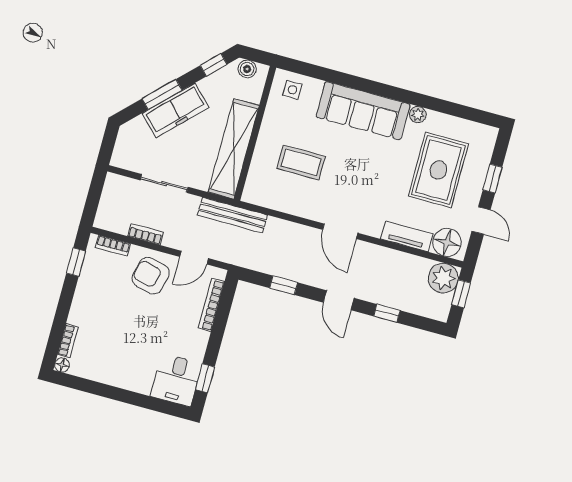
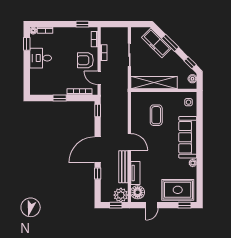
freezer: (176, 110) -> (156, 43), moved
rug: (438, 170) -> (178, 190), moved
window: (492, 179) -> (185, 205), moved
bench: (232, 215) -> (123, 167), moved
door: (340, 231) -> (129, 142), swing flipped
armchair: (151, 276) -> (85, 60), turned -103
window: (284, 285) -> (98, 110), moved
door: (339, 300) -> (98, 150), width x1.87
window: (205, 378) -> (60, 98), moved
desk: (176, 380) -> (41, 58), moved
window: (85, 385) -> (27, 44), added

